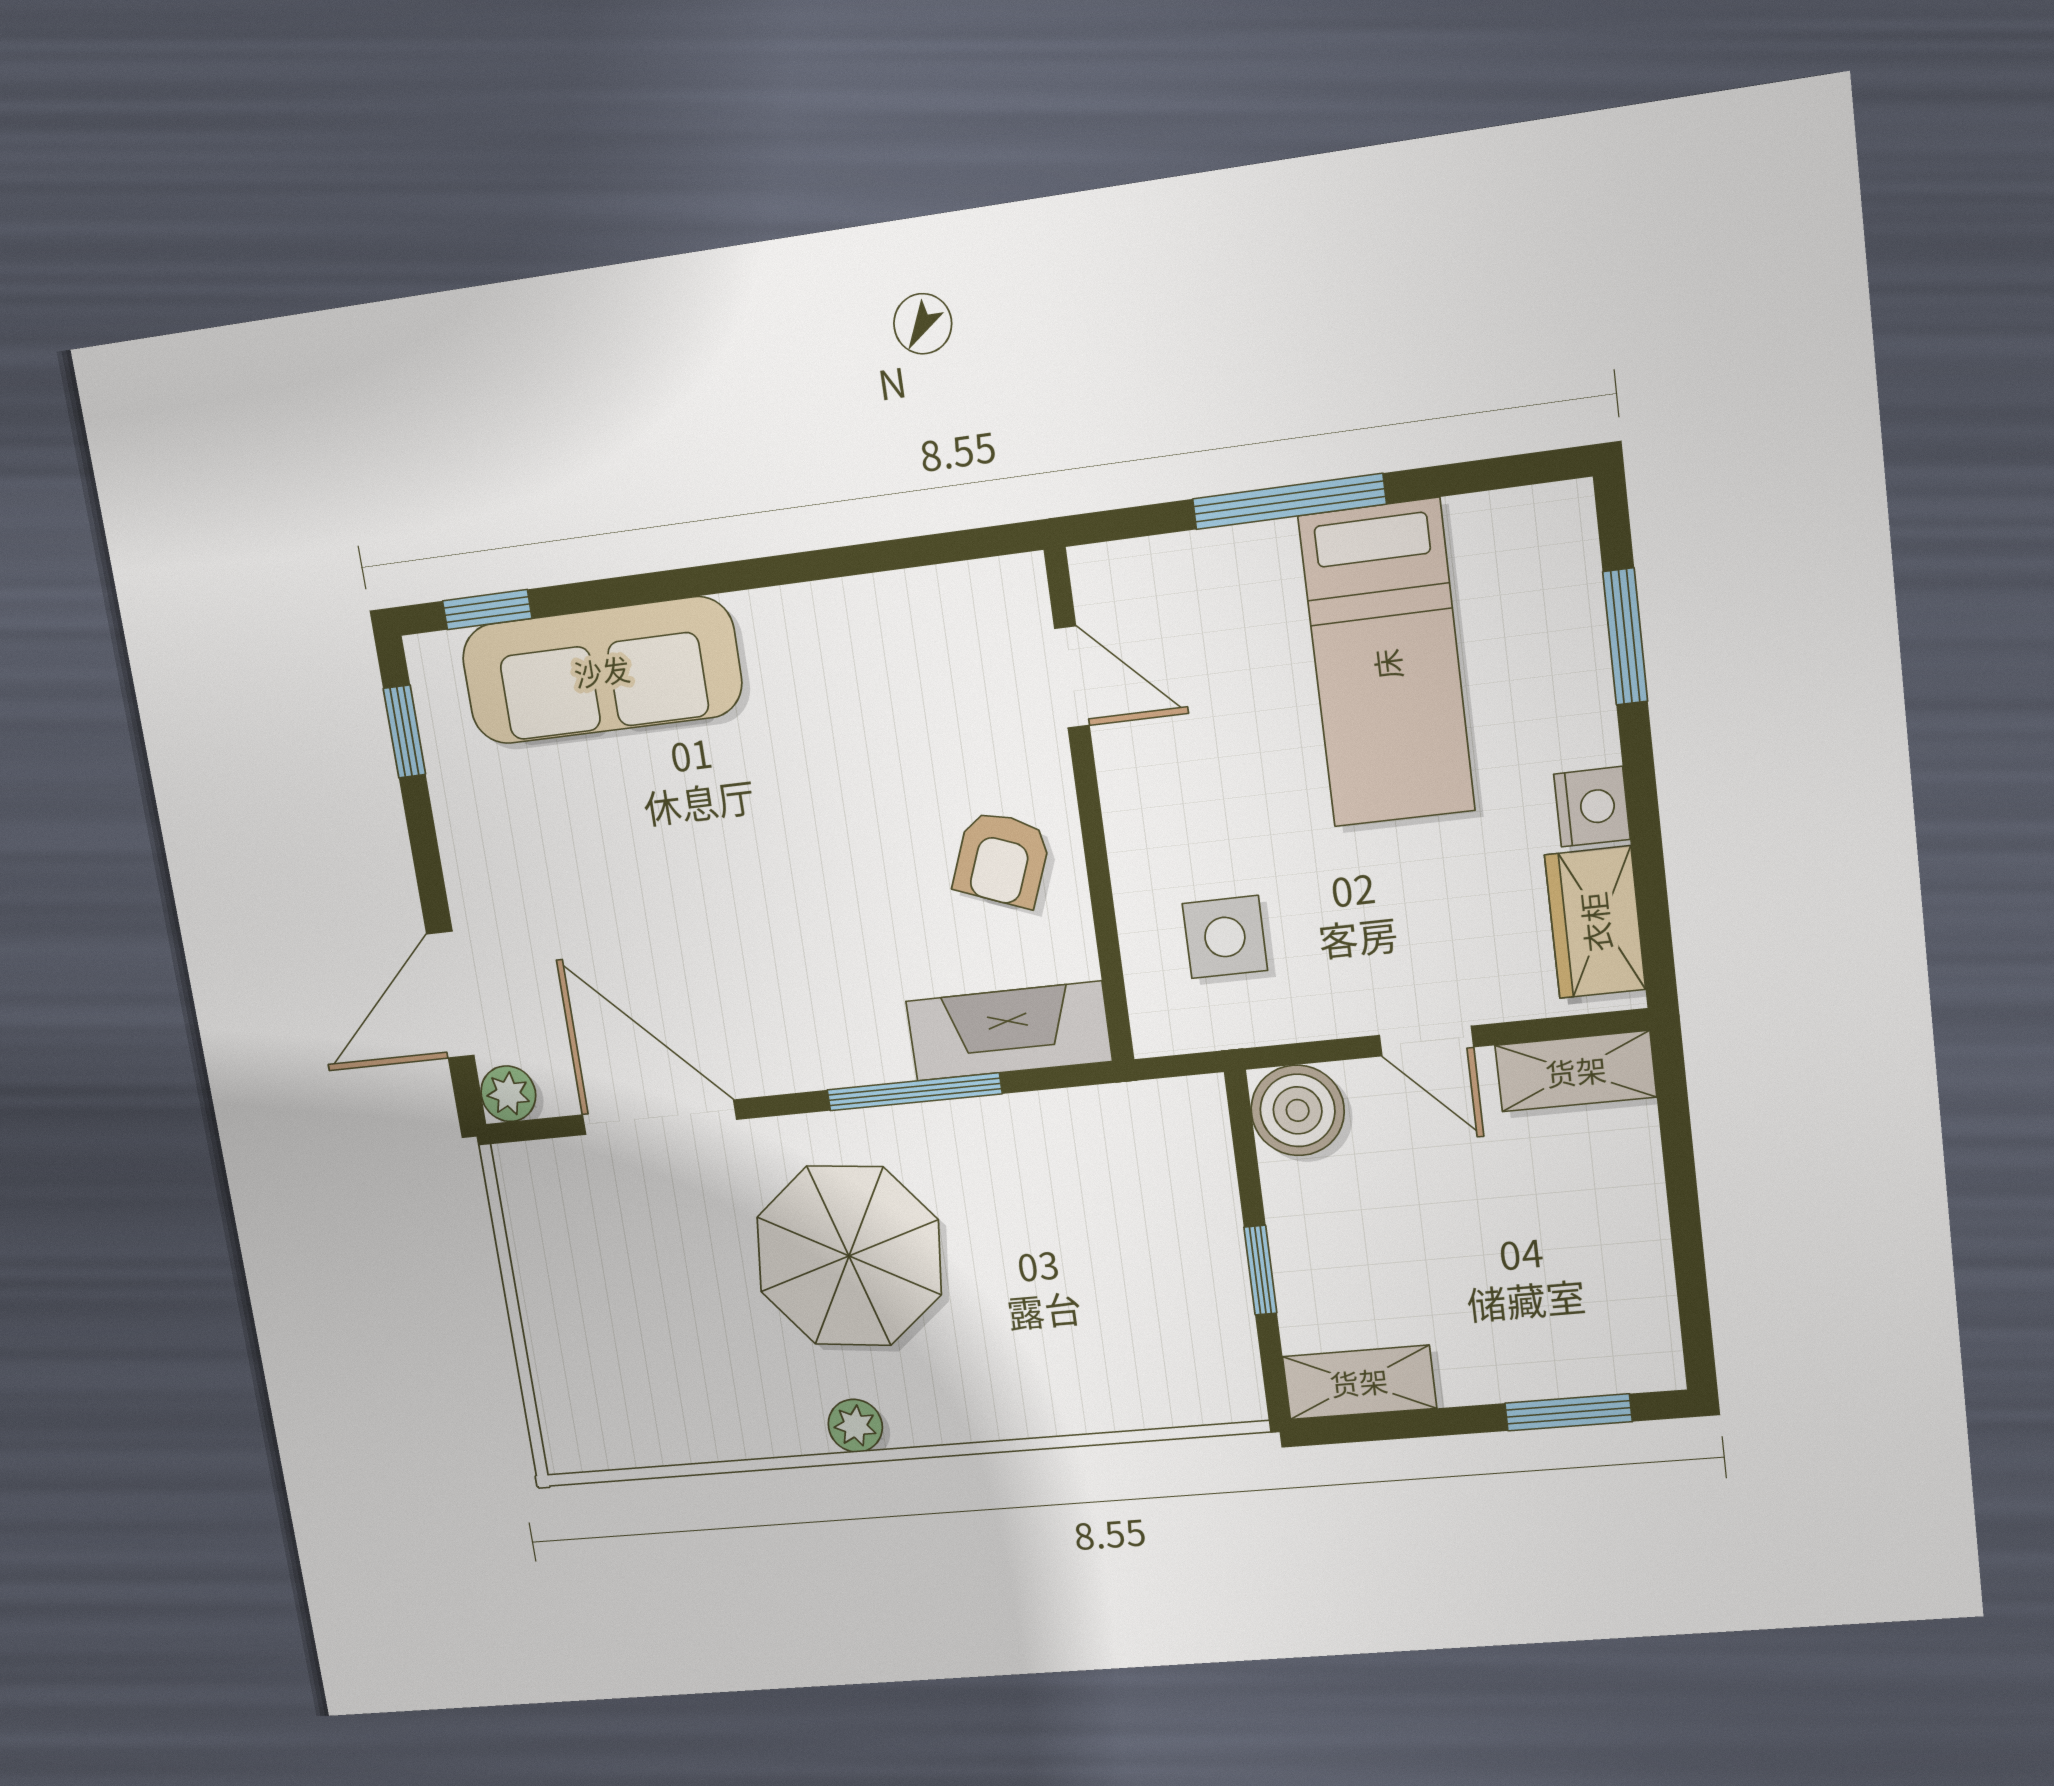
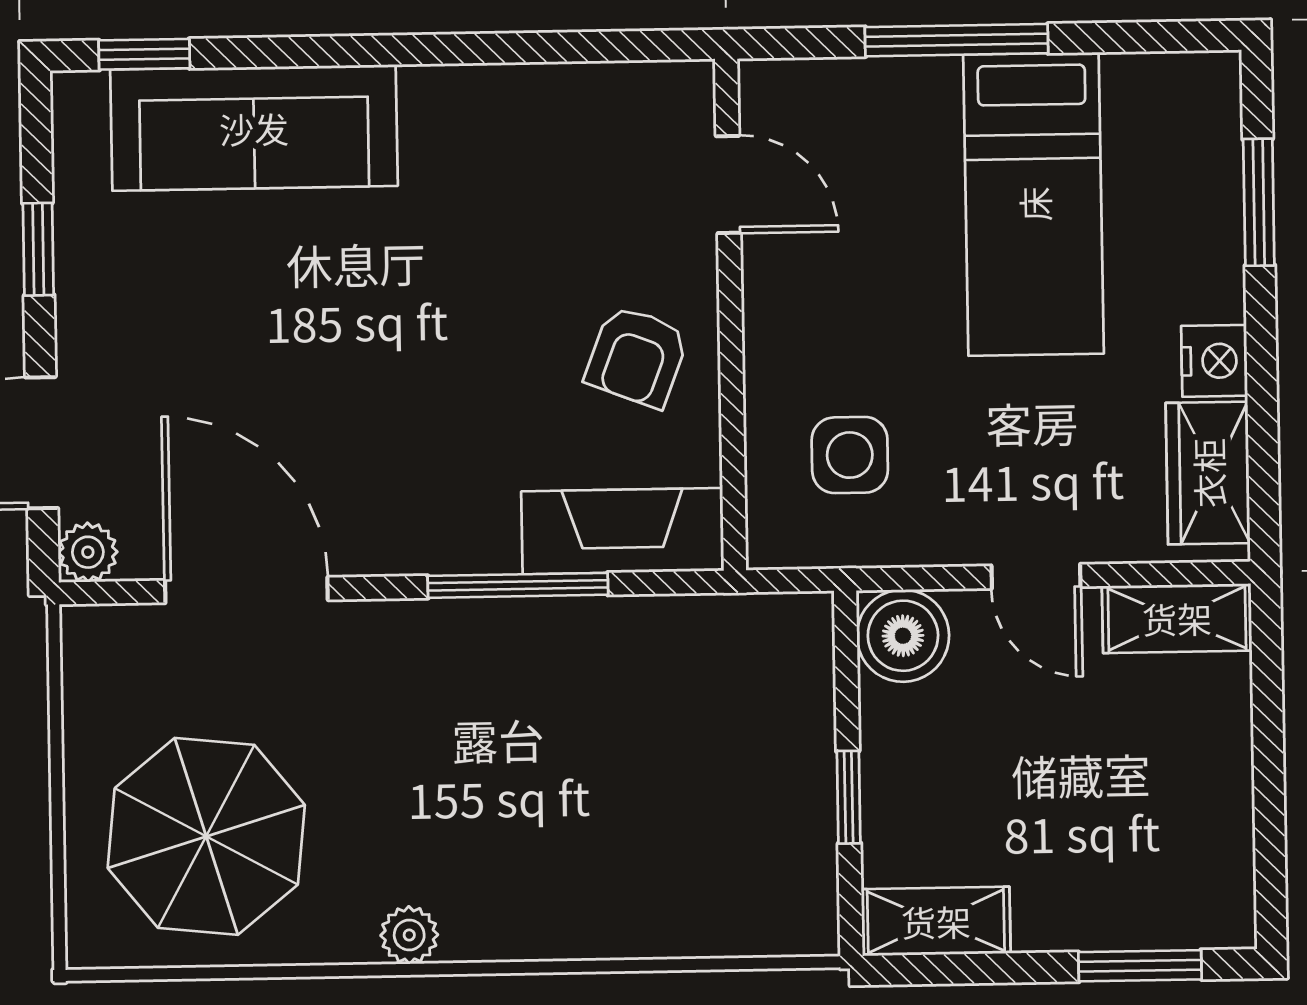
window: (404, 732) -> (38, 249), moved
parasol: (849, 1256) -> (206, 836), moved

